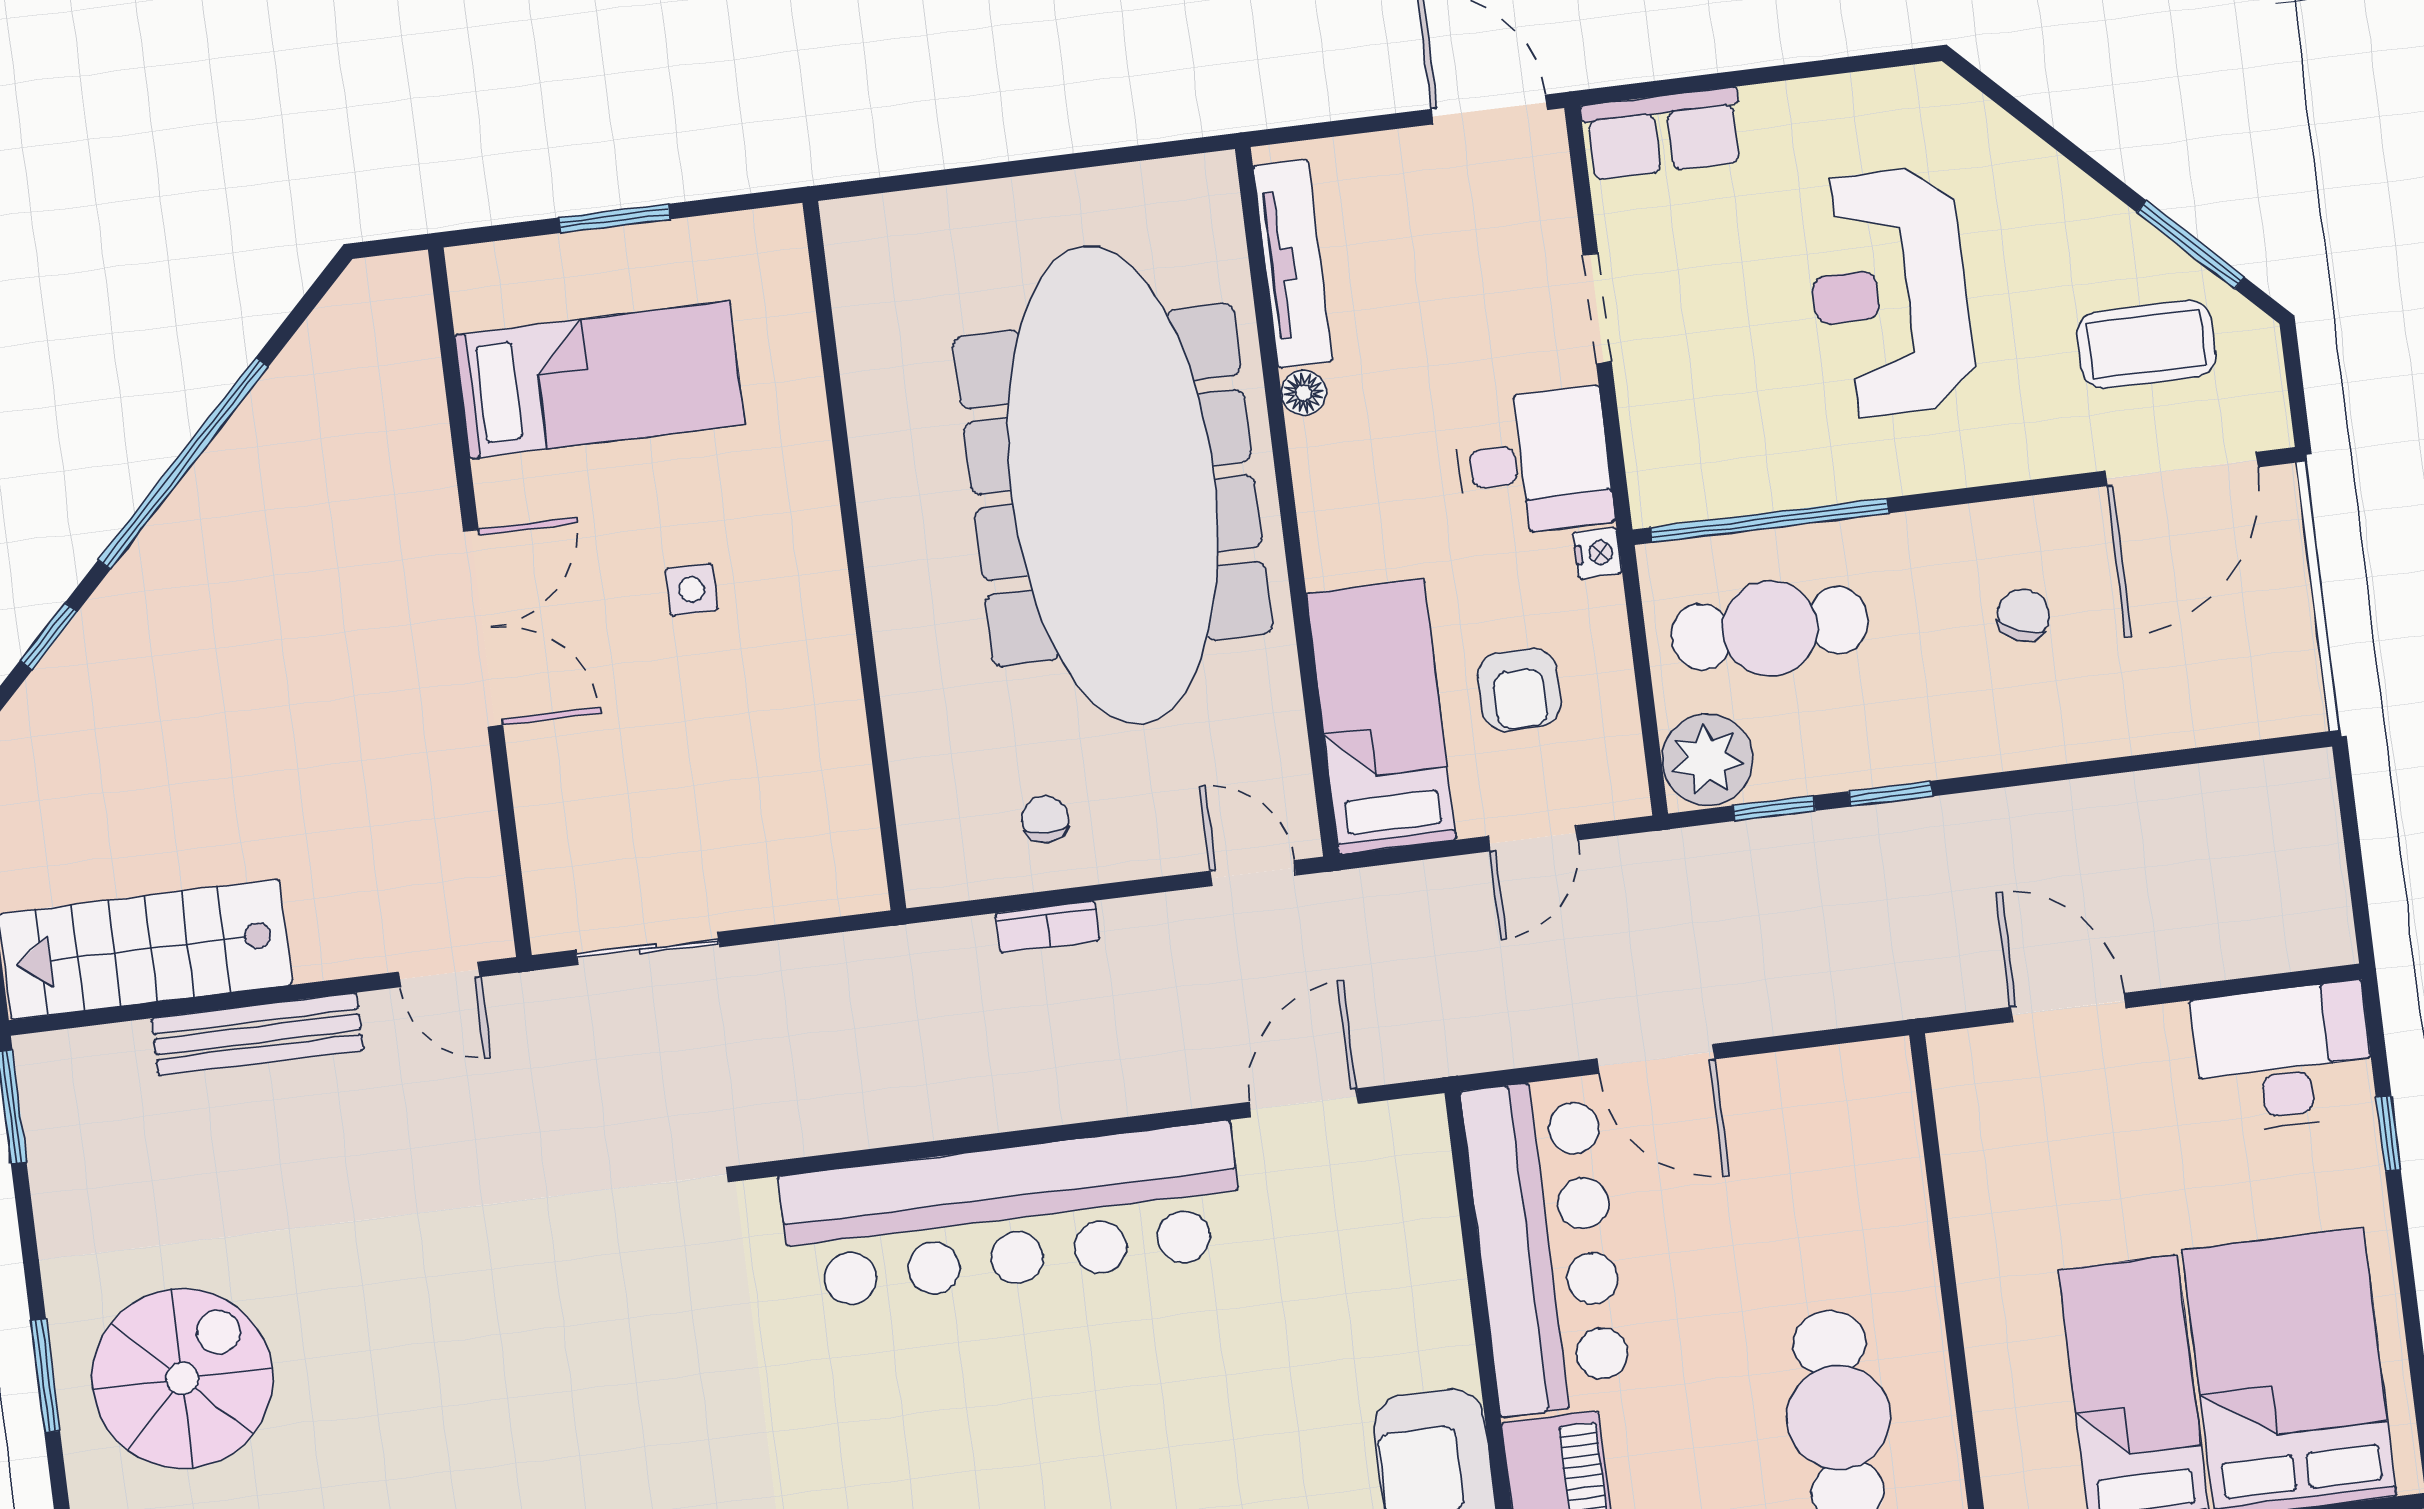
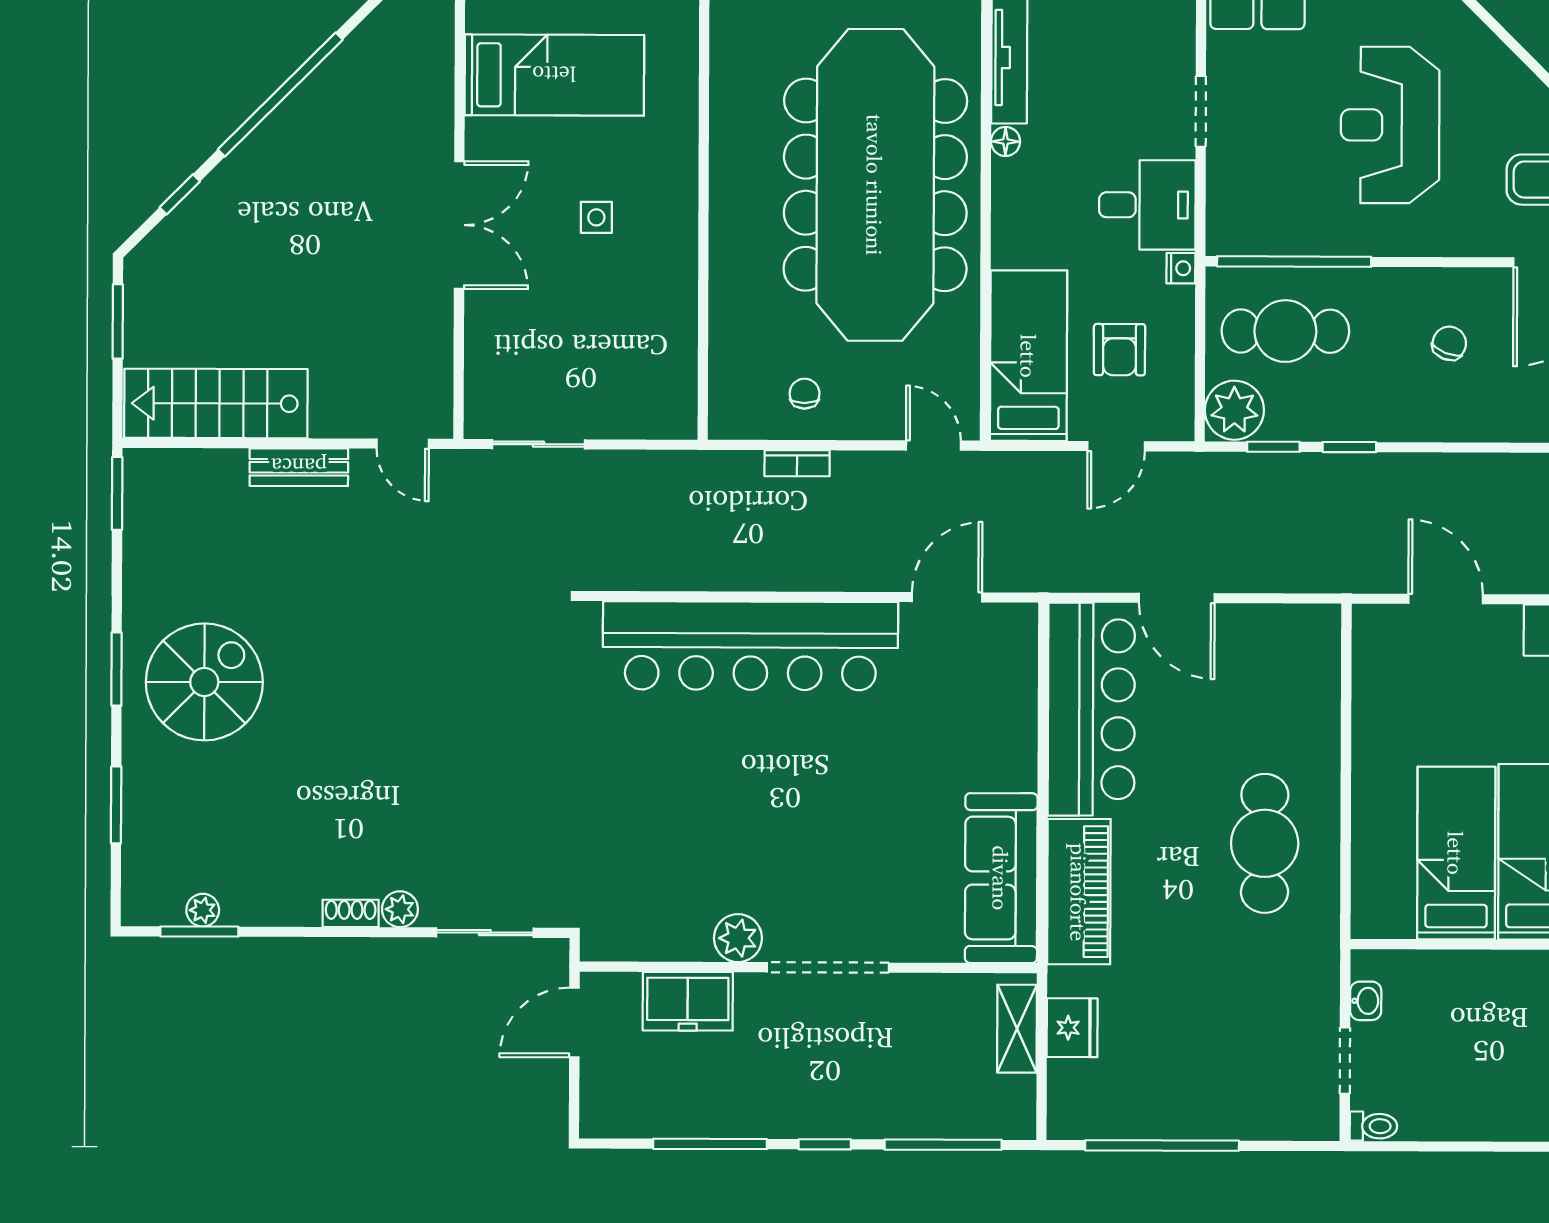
bench: (257, 1034) -> (299, 467), width x0.73

